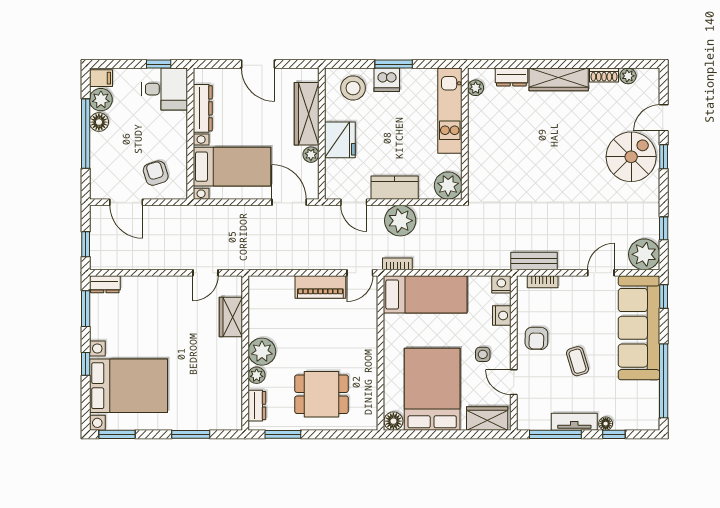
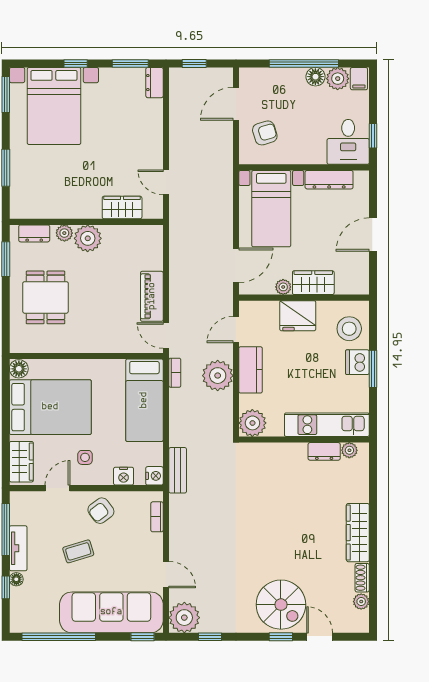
dresser: (511, 77) -> (324, 451), moved, turned -90
wardrobe: (307, 114) -> (313, 283), width x0.67
bench: (534, 261) -> (178, 470), moved
armchair: (536, 338) -> (101, 511), turned -38

